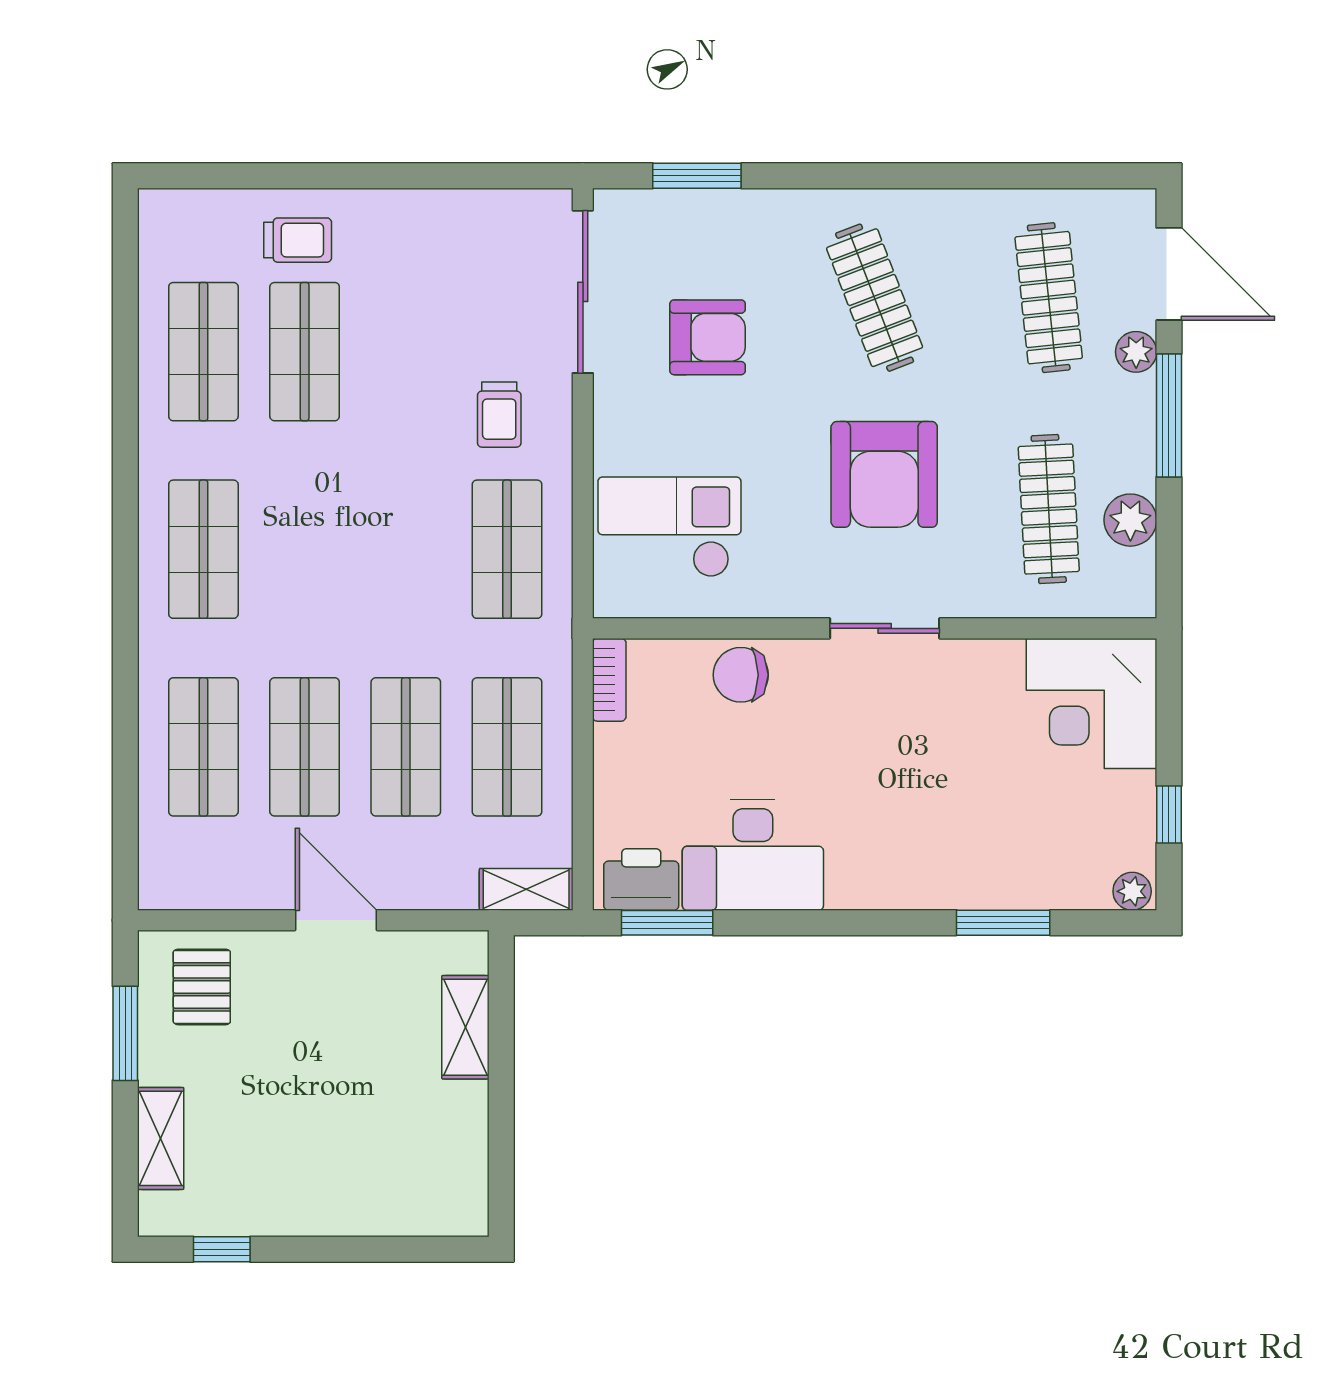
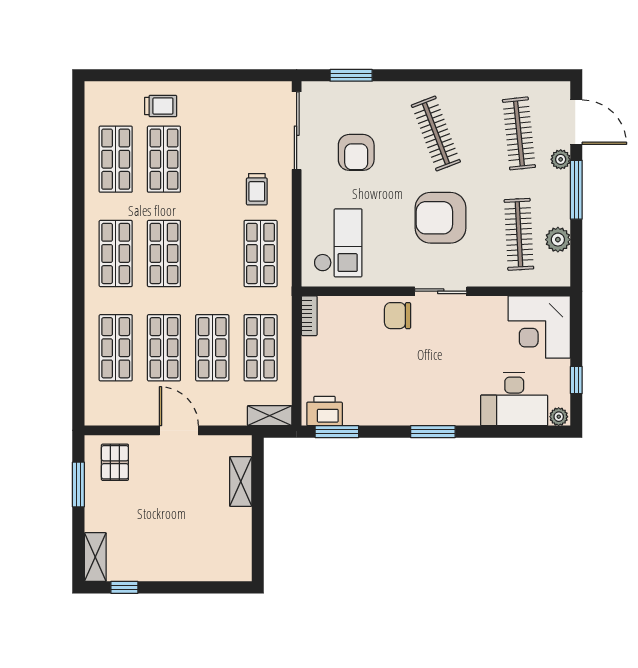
armchair: (708, 337) -> (356, 152), turned 90
armchair: (884, 474) -> (440, 218), turned 90
checkout: (669, 527) -> (338, 243), turned 90
shop shelf: (305, 549) -> (164, 253), added
chair: (741, 675) -> (398, 316), moved
desk: (753, 855) -> (514, 399), moved
window: (1003, 923) -> (433, 432), moved
shelving: (161, 1138) -> (95, 557), moved

